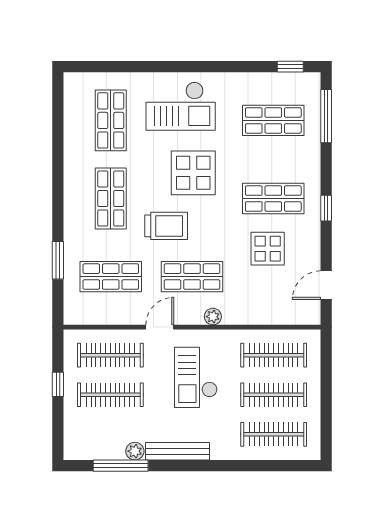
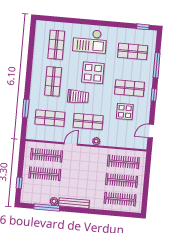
window: (326, 116) -> (157, 65), moved
checkout: (196, 377) -> (86, 169), removed
window: (58, 384) -> (19, 183), moved

